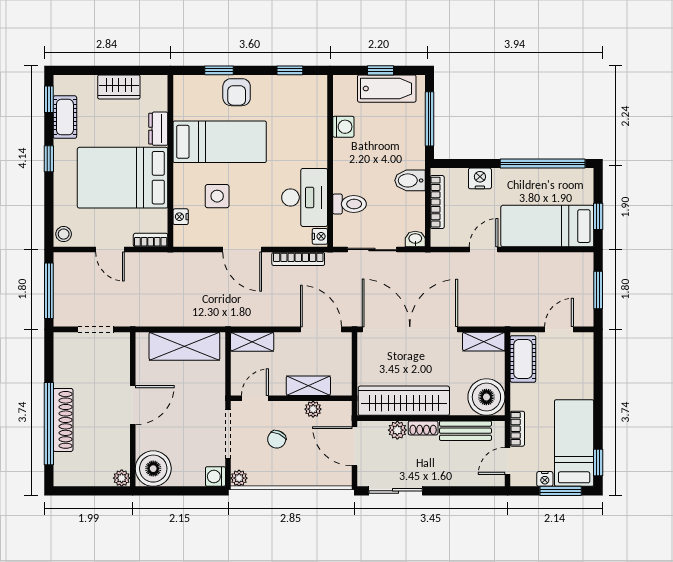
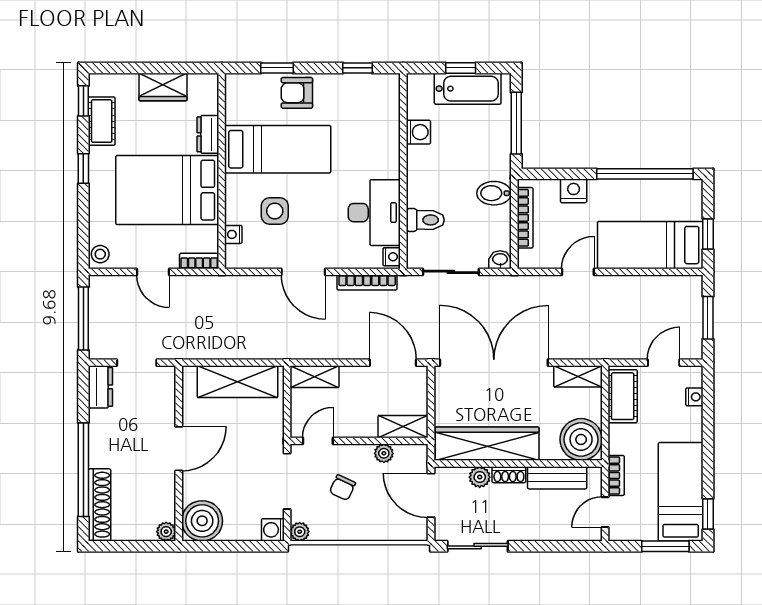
armchair: (237, 92) -> (297, 93), turned 90
dresser: (64, 351) -> (100, 387), added
shelving: (308, 386) -> (403, 427), moved
shoe rack: (63, 420) -> (100, 505), moved
nightstand: (545, 479) -> (694, 397), moved, turned -90

